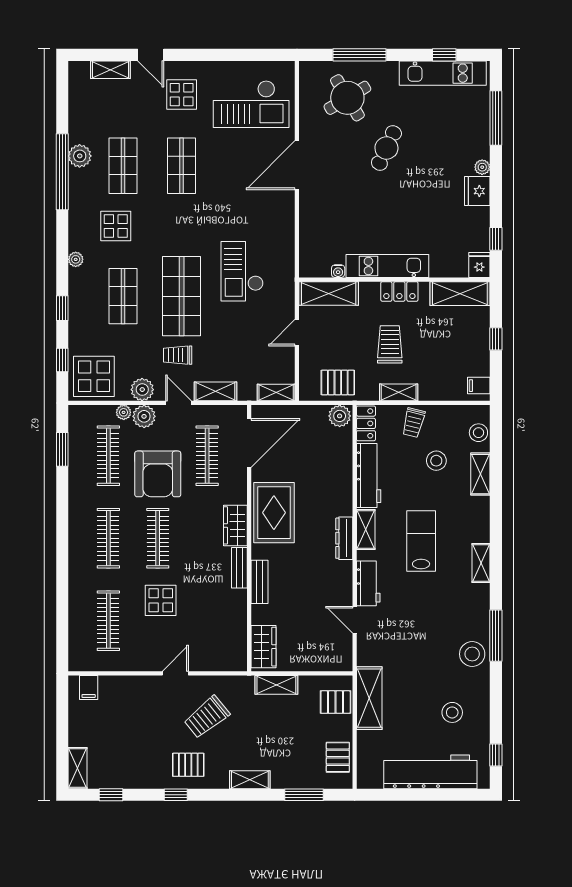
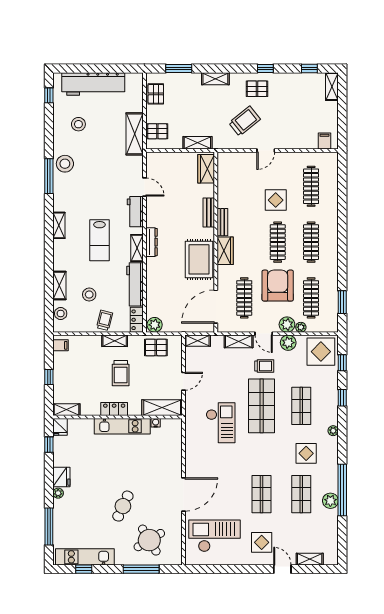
shelving: (460, 294) -> (66, 410), width x0.67, depth x0.75

